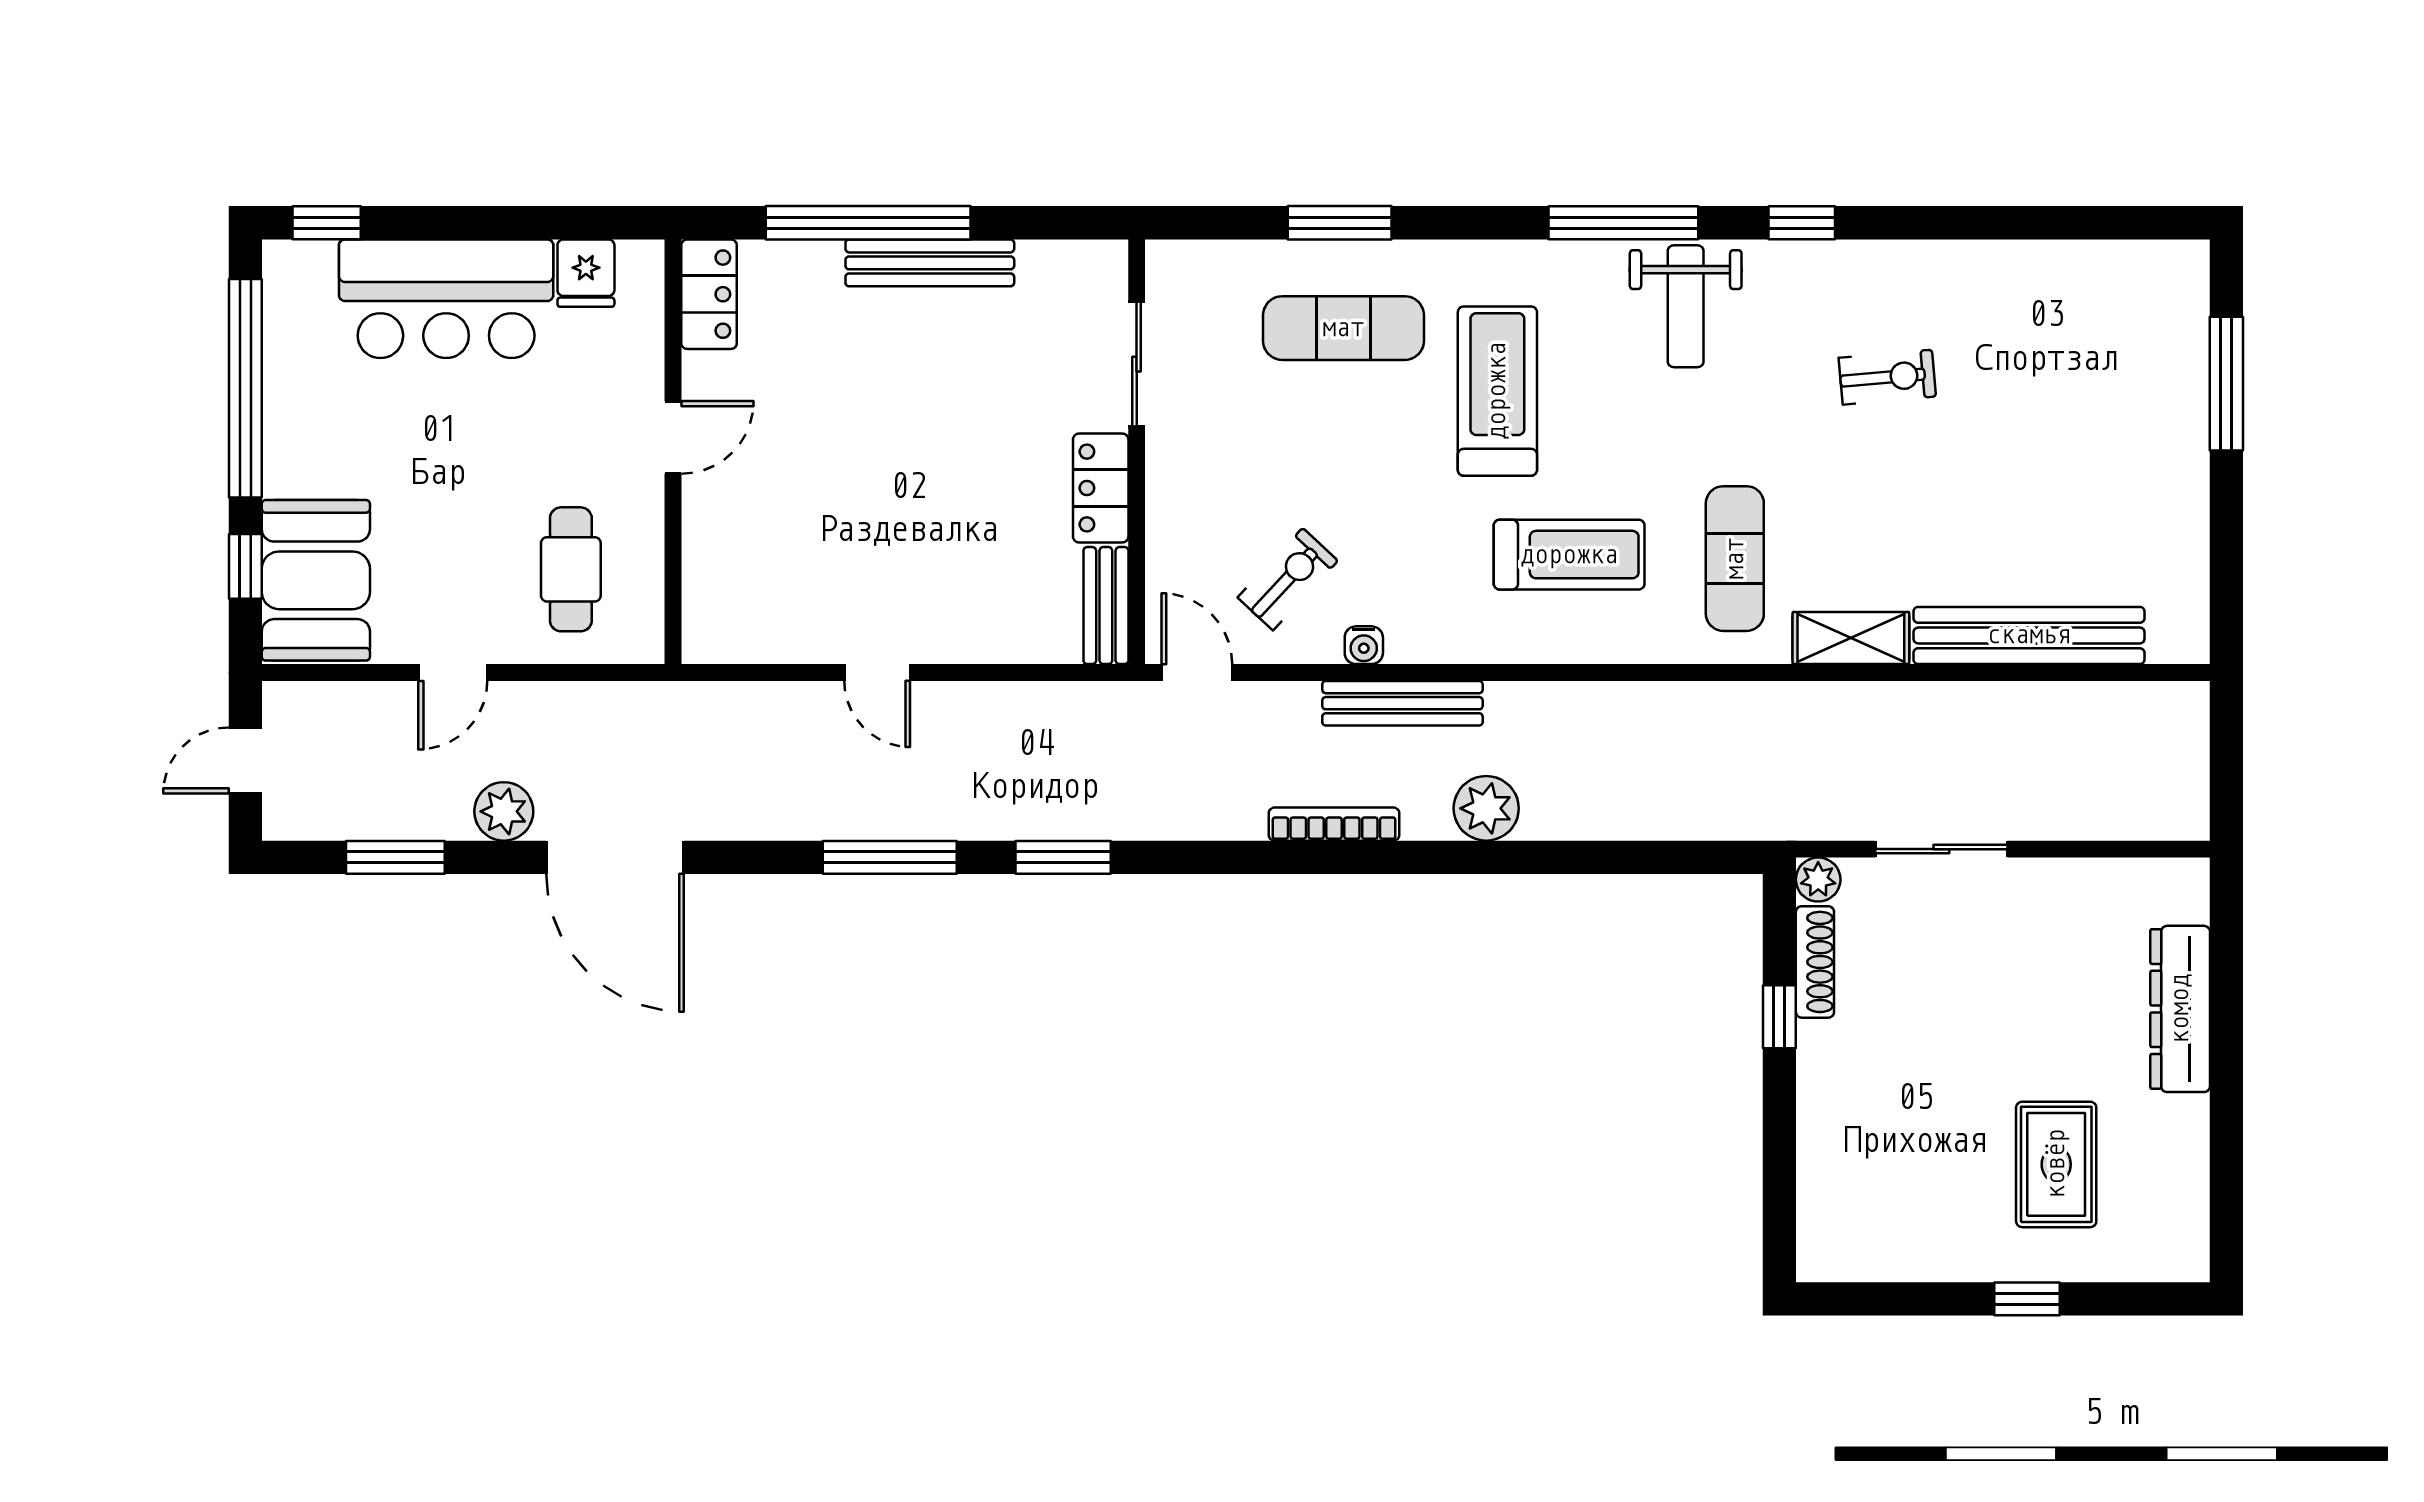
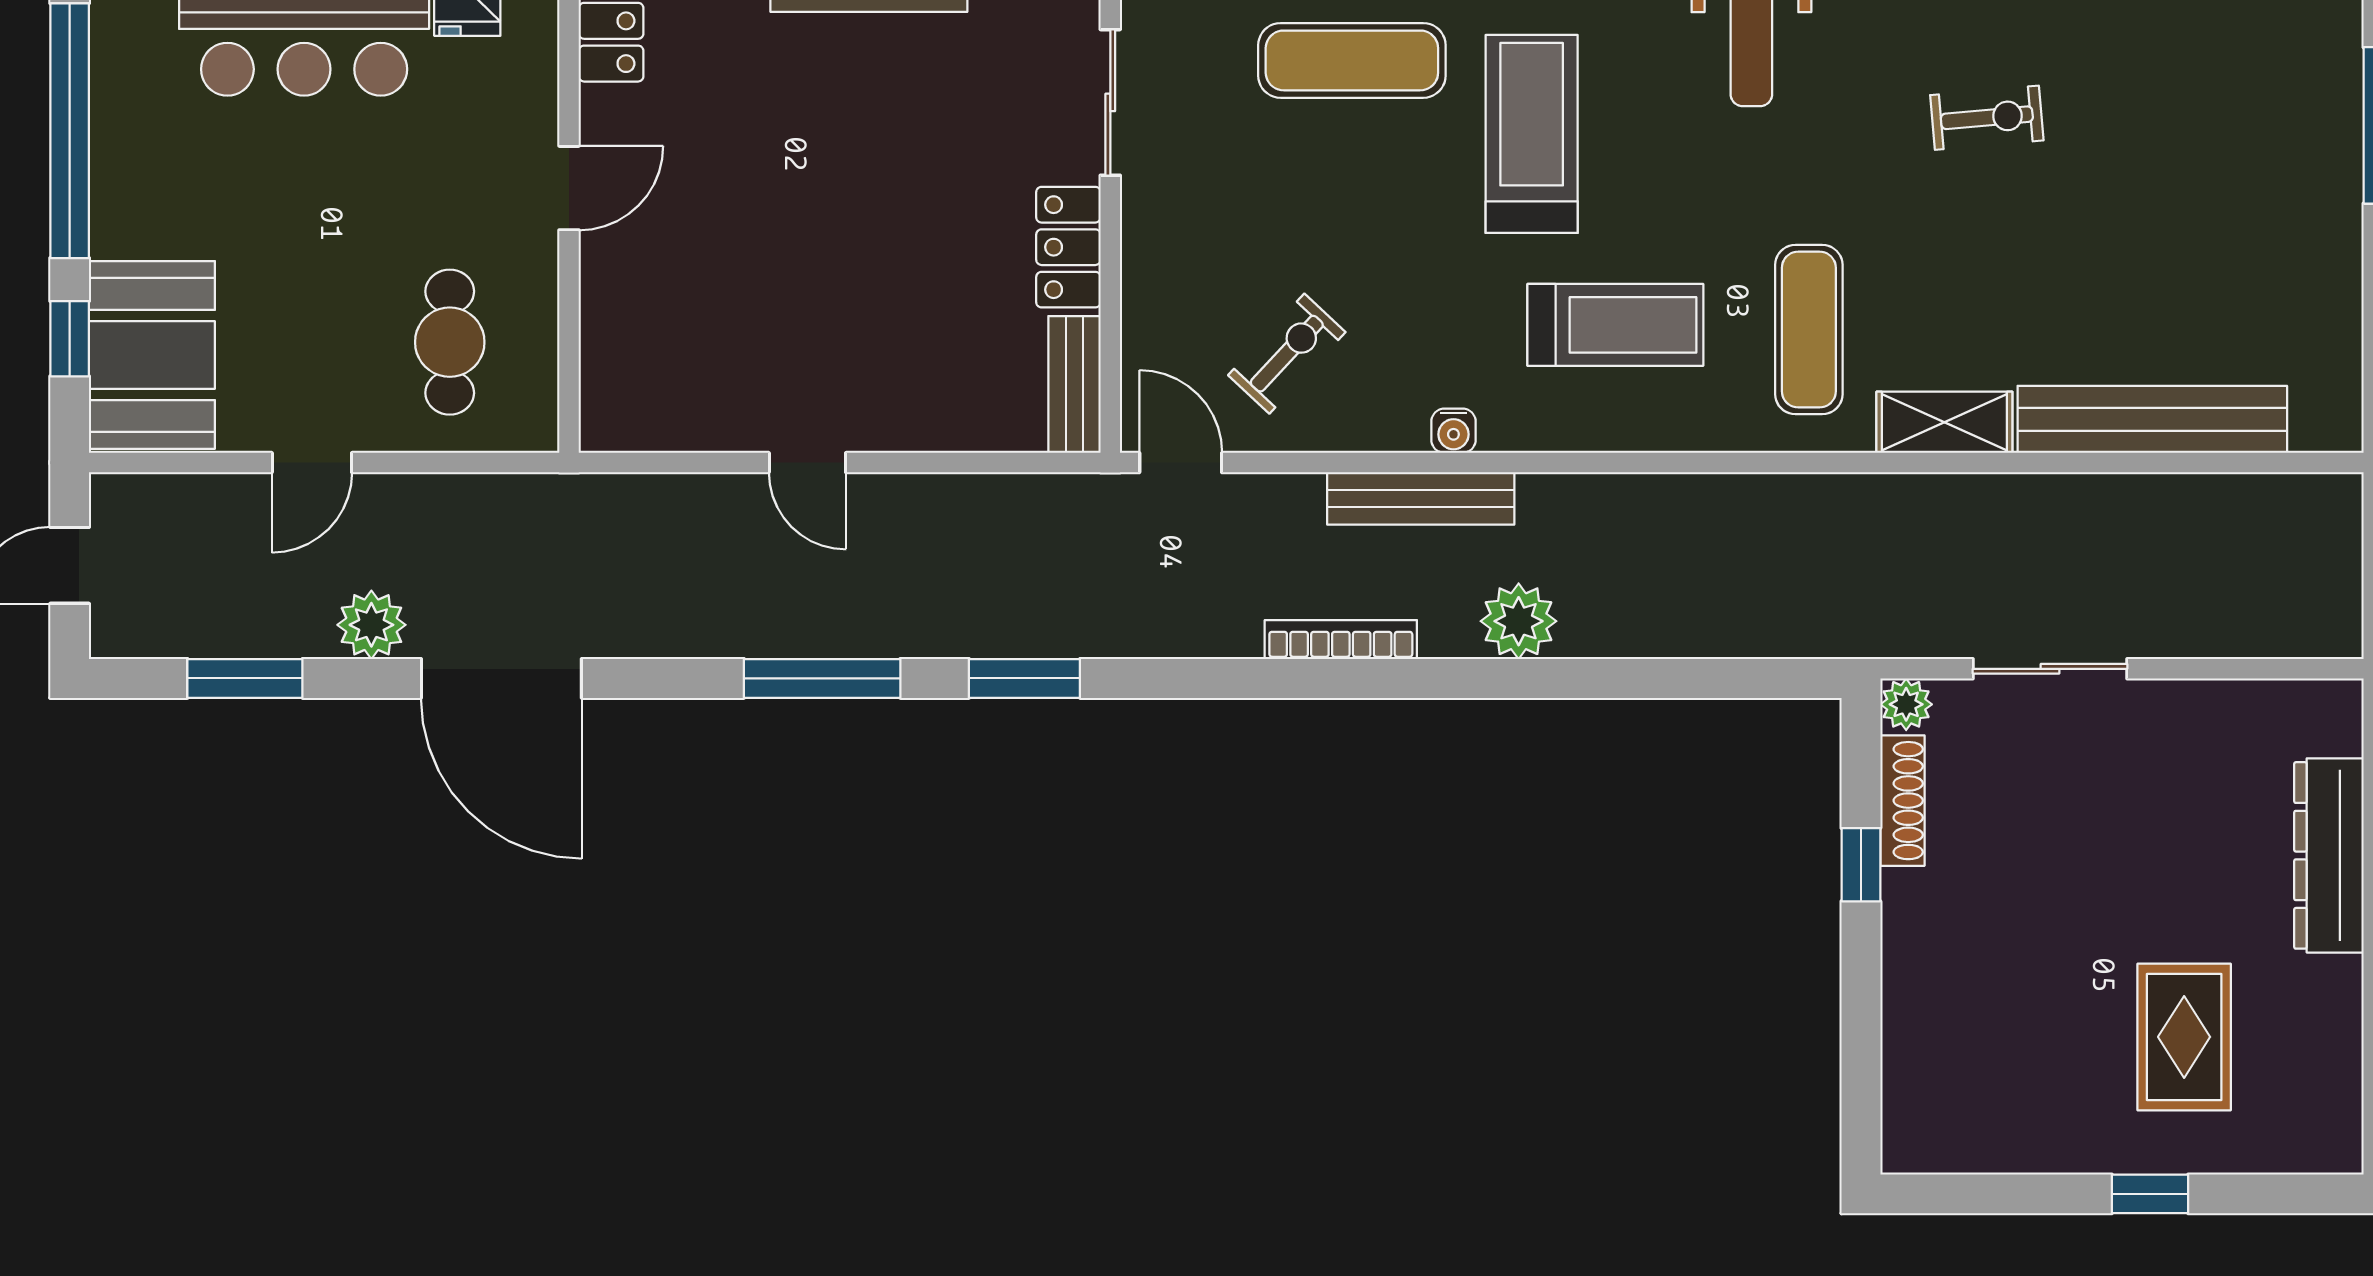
water cooler: (1364, 645) -> (1453, 431), moved

